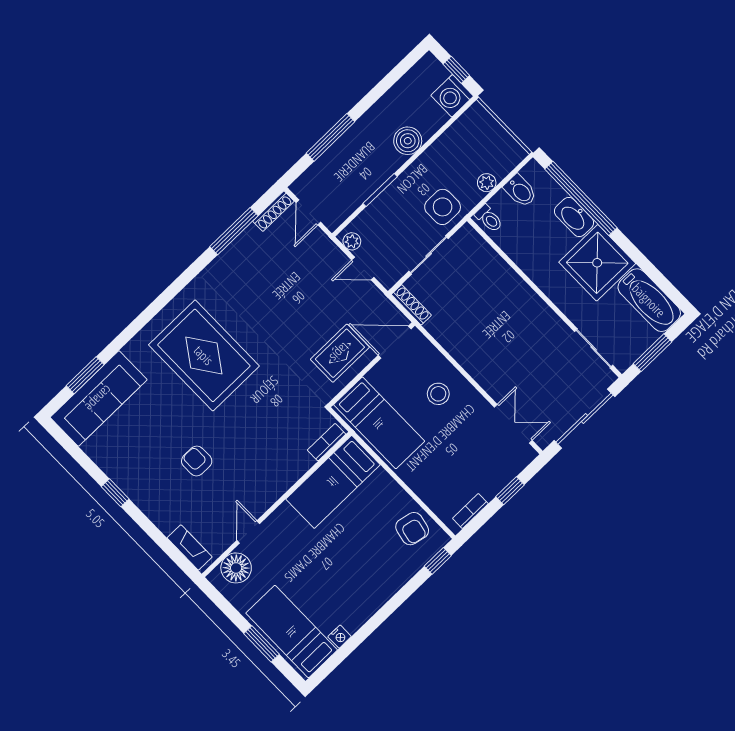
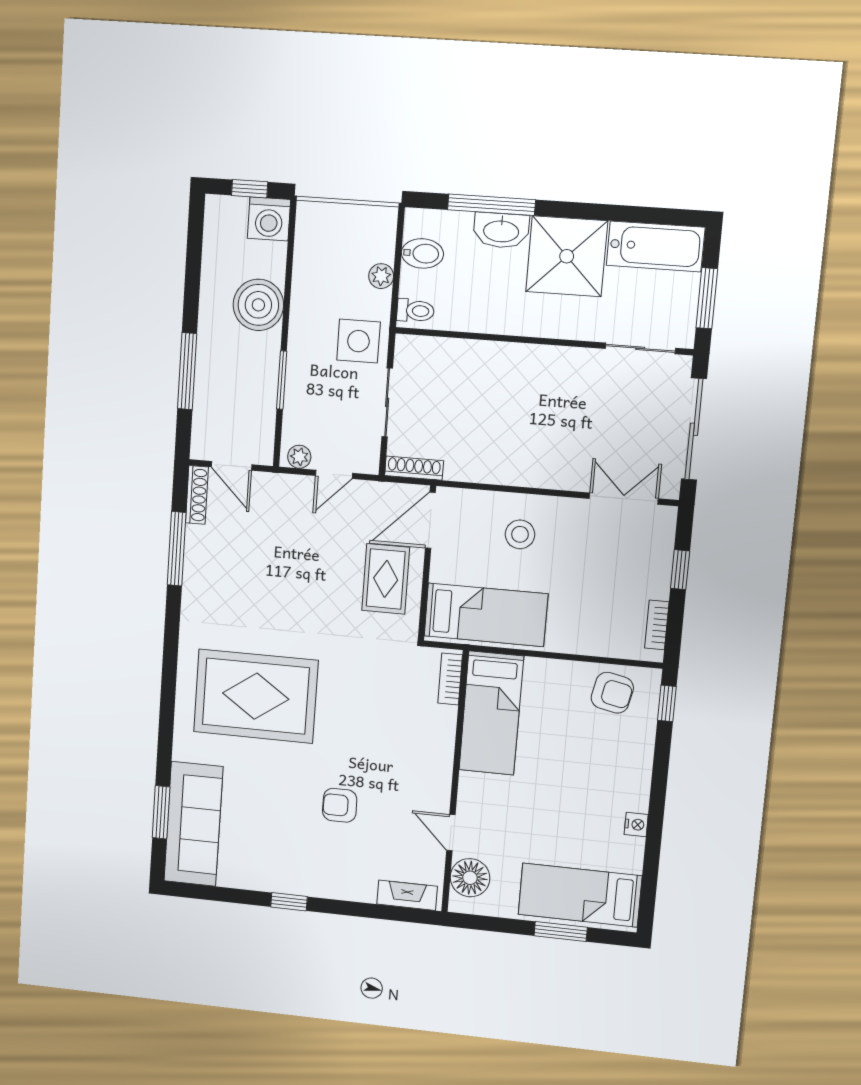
boiler: (408, 141) -> (258, 305), width x1.37, depth x1.37
window: (581, 198) -> (491, 205), width x0.68
nightstand: (340, 637) -> (636, 824), moved

